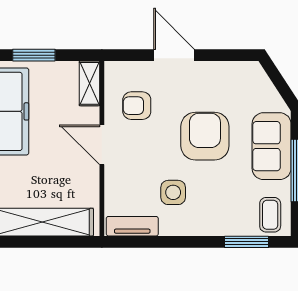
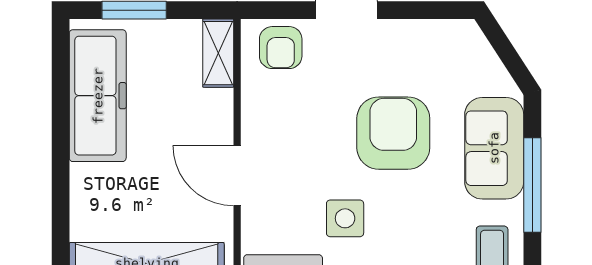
armchair: (137, 106) -> (281, 48), moved, turned -90
door: (102, 145) -> (237, 176), moved

